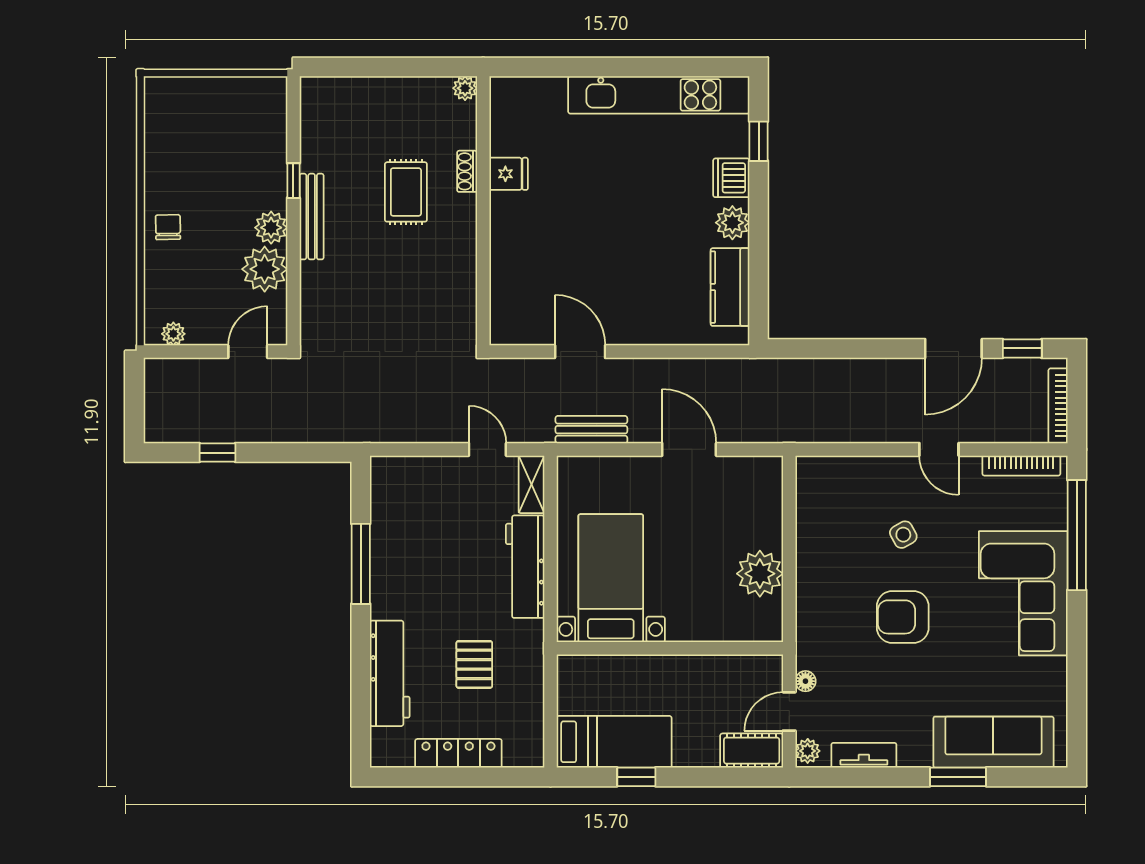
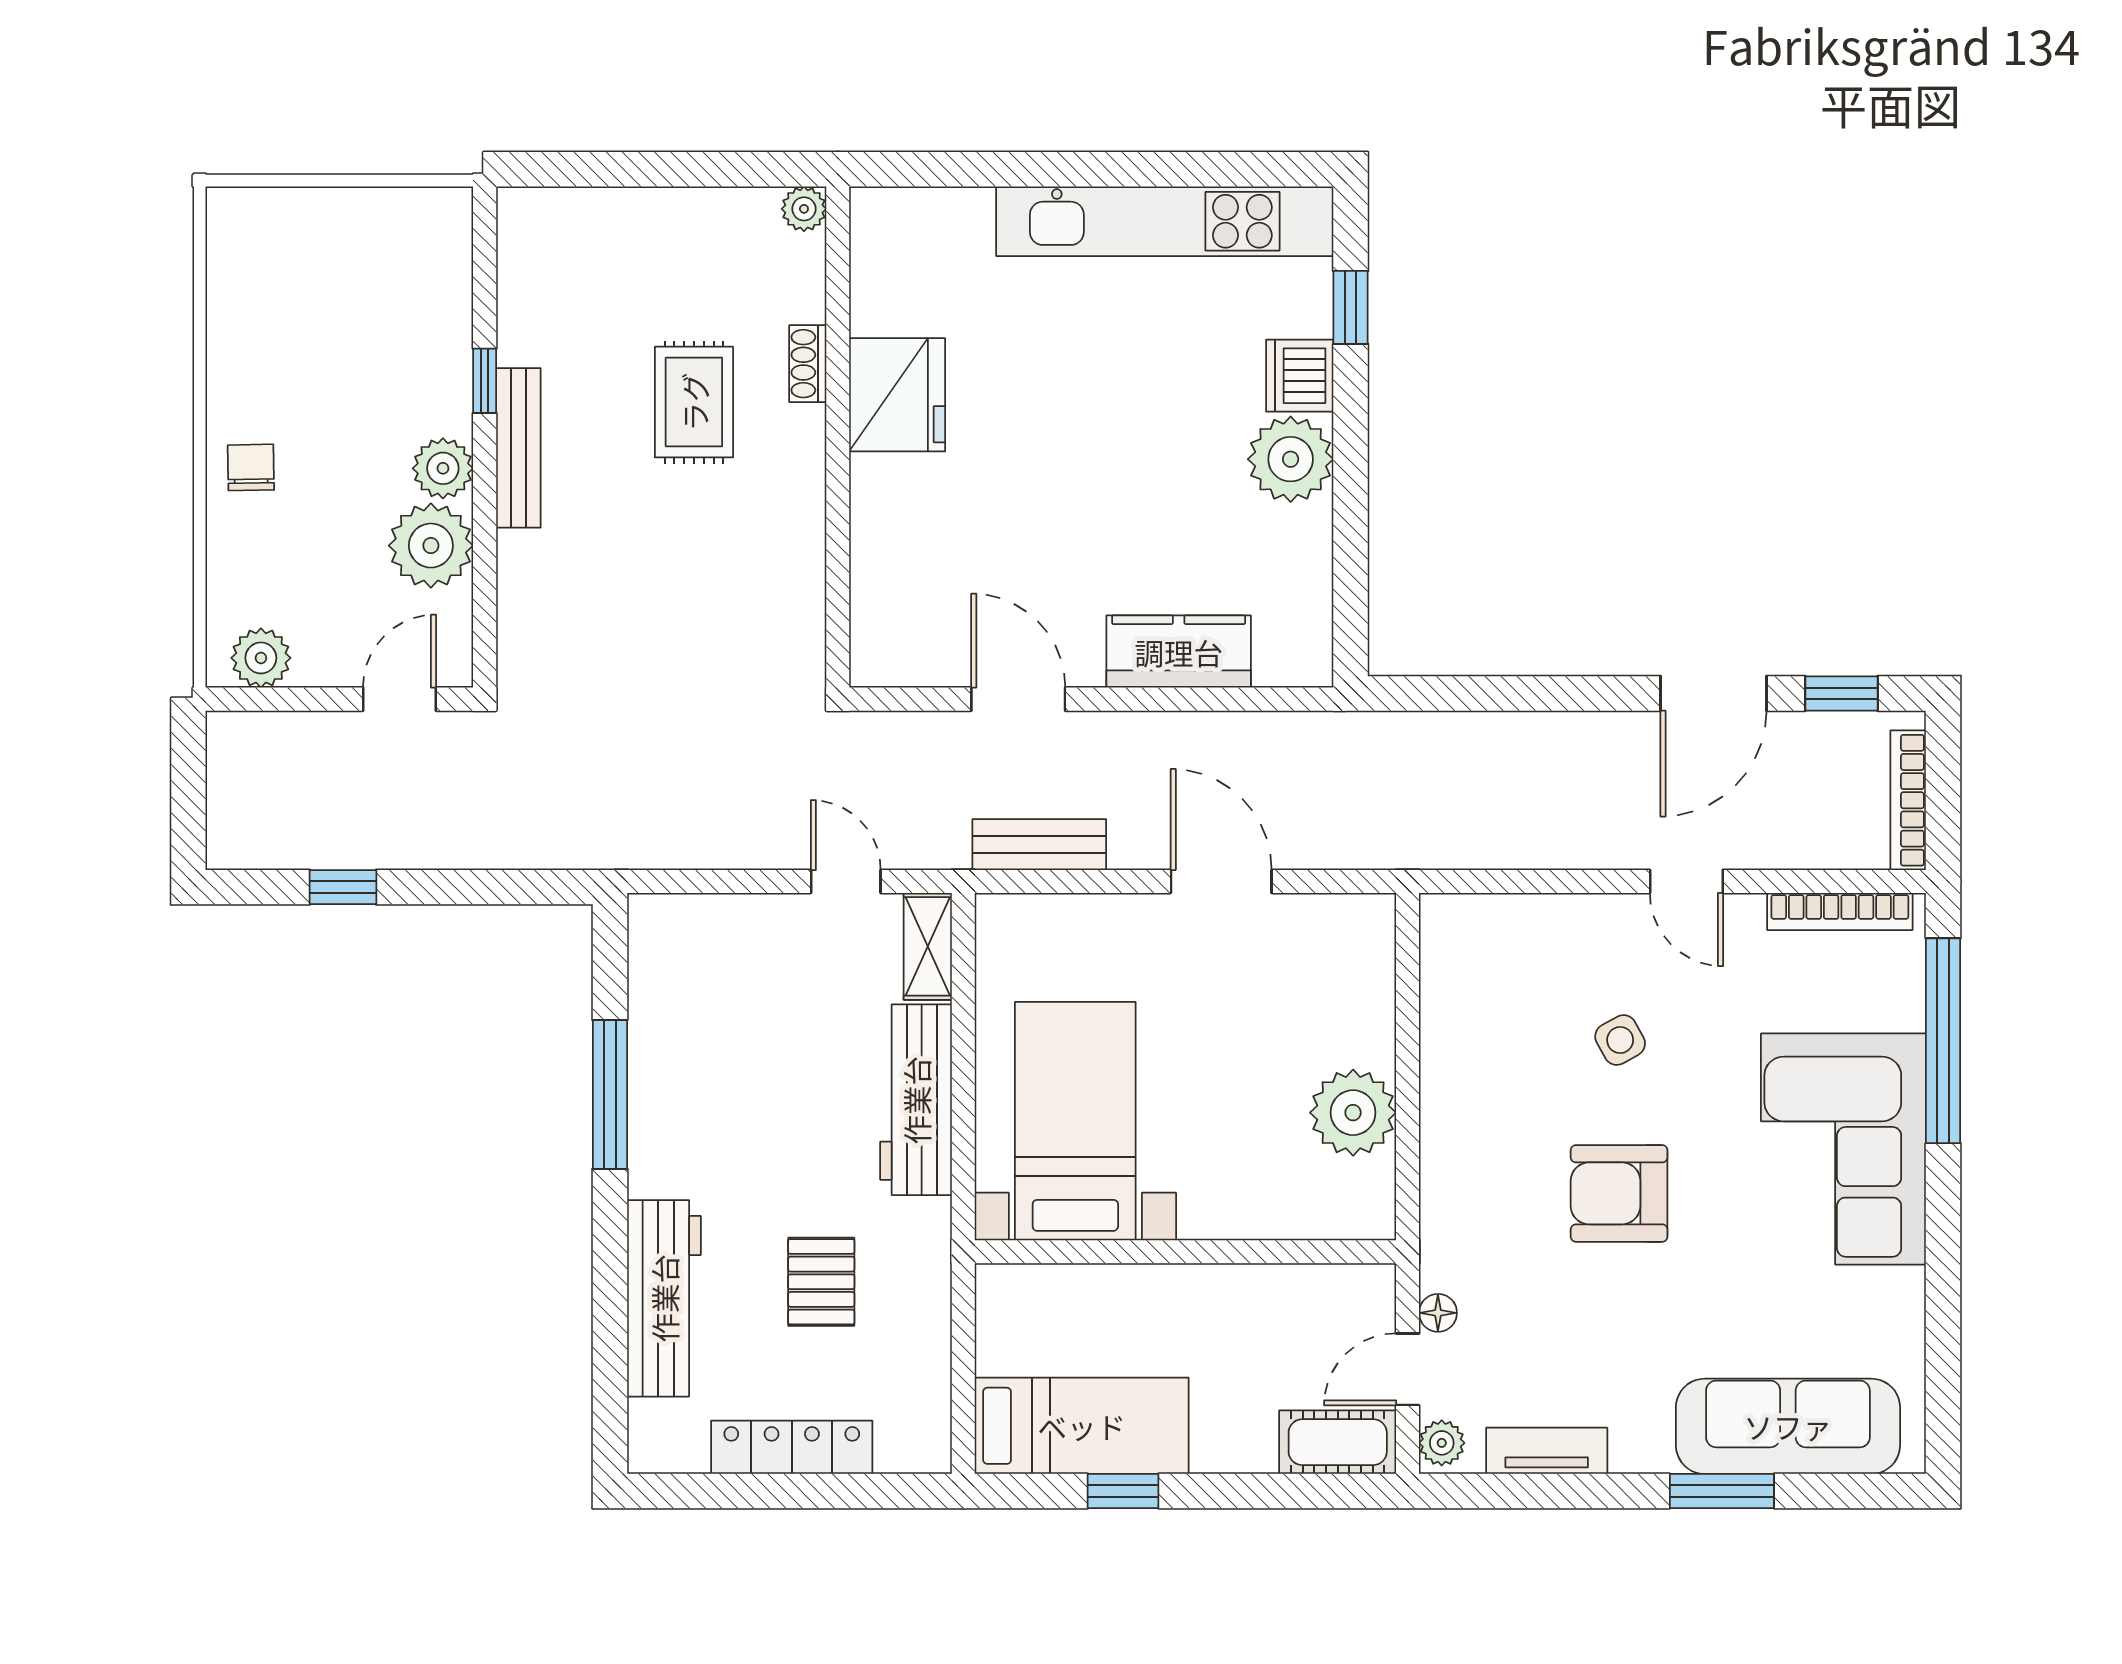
fridge: (509, 174) -> (897, 395), width x1.88, depth x1.34
plant: (732, 223) -> (1291, 459), width x1.36, depth x1.36
kitchen counter: (730, 287) -> (1179, 652), moved, turned 90
plant: (173, 334) -> (261, 658), width x1.38, depth x1.38

